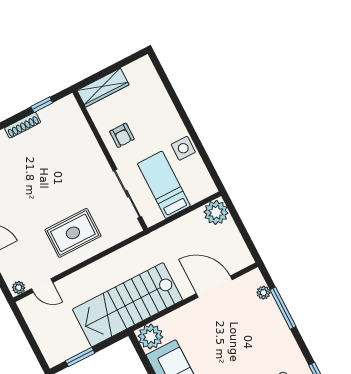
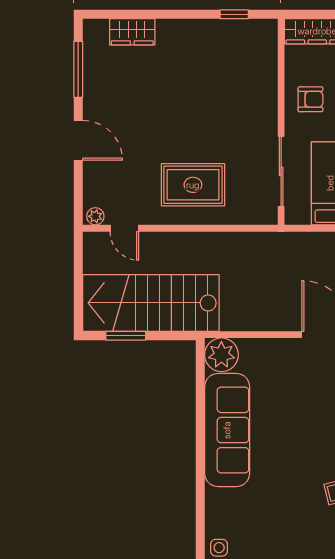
shoe rack: (23, 125) -> (199, 27), removed
armchair: (122, 135) -> (311, 99), turned -90
stairs: (127, 305) -> (151, 303), moved

